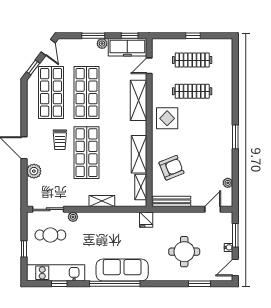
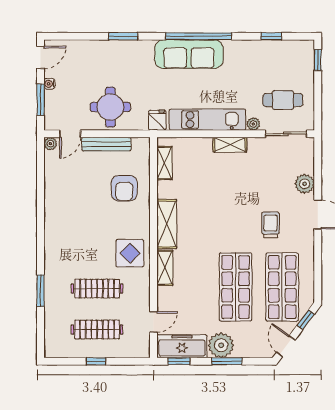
plant: (102, 44) -> (221, 345), width x1.87, depth x1.87
shelving: (138, 100) -> (165, 268), width x0.67, depth x0.75
window: (235, 137) -> (41, 291), moved
shop shelf: (87, 153) -> (236, 208), removed
shelving: (139, 154) -> (167, 224), moved
armchair: (171, 168) -> (124, 188), turned -68
plant: (228, 183) -> (50, 144), moved
shelving: (102, 201) -> (230, 145), moved
bench: (172, 201) -> (106, 144), moved
window: (24, 249) -> (318, 60), moved
round table: (184, 252) -> (110, 107), moved
kitchen unit: (56, 273) -> (208, 120), moved, turned 180
window: (200, 284) -> (123, 36), moved

